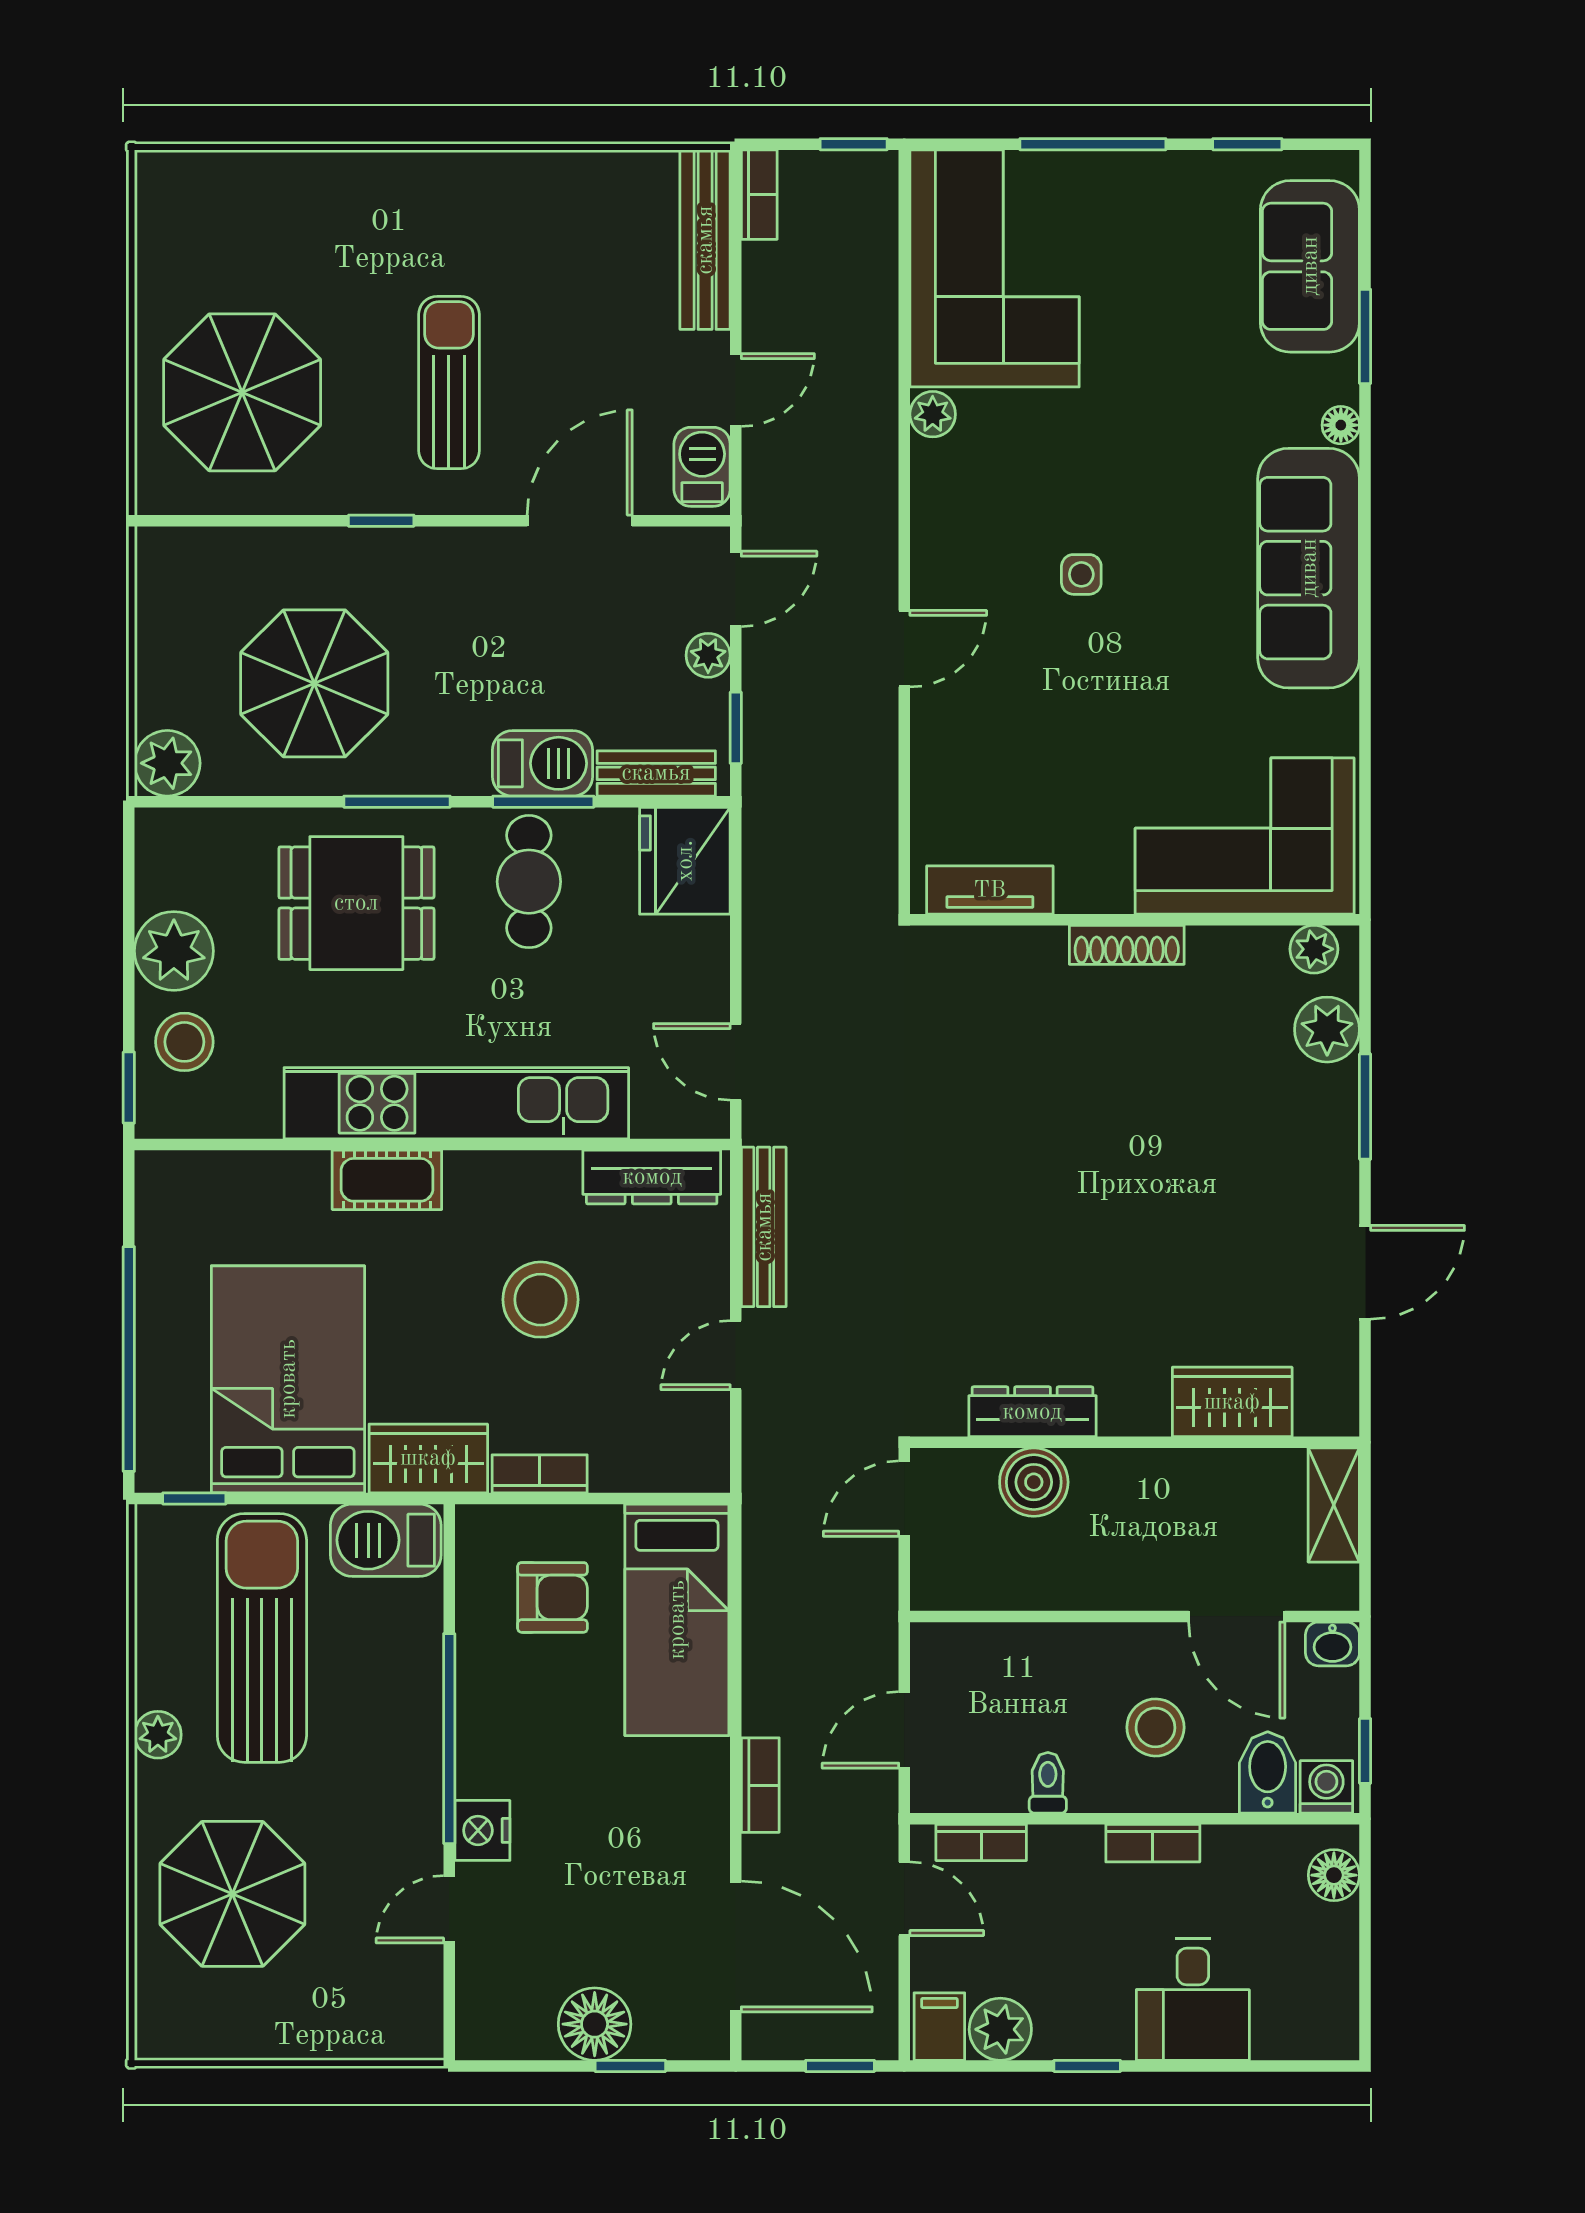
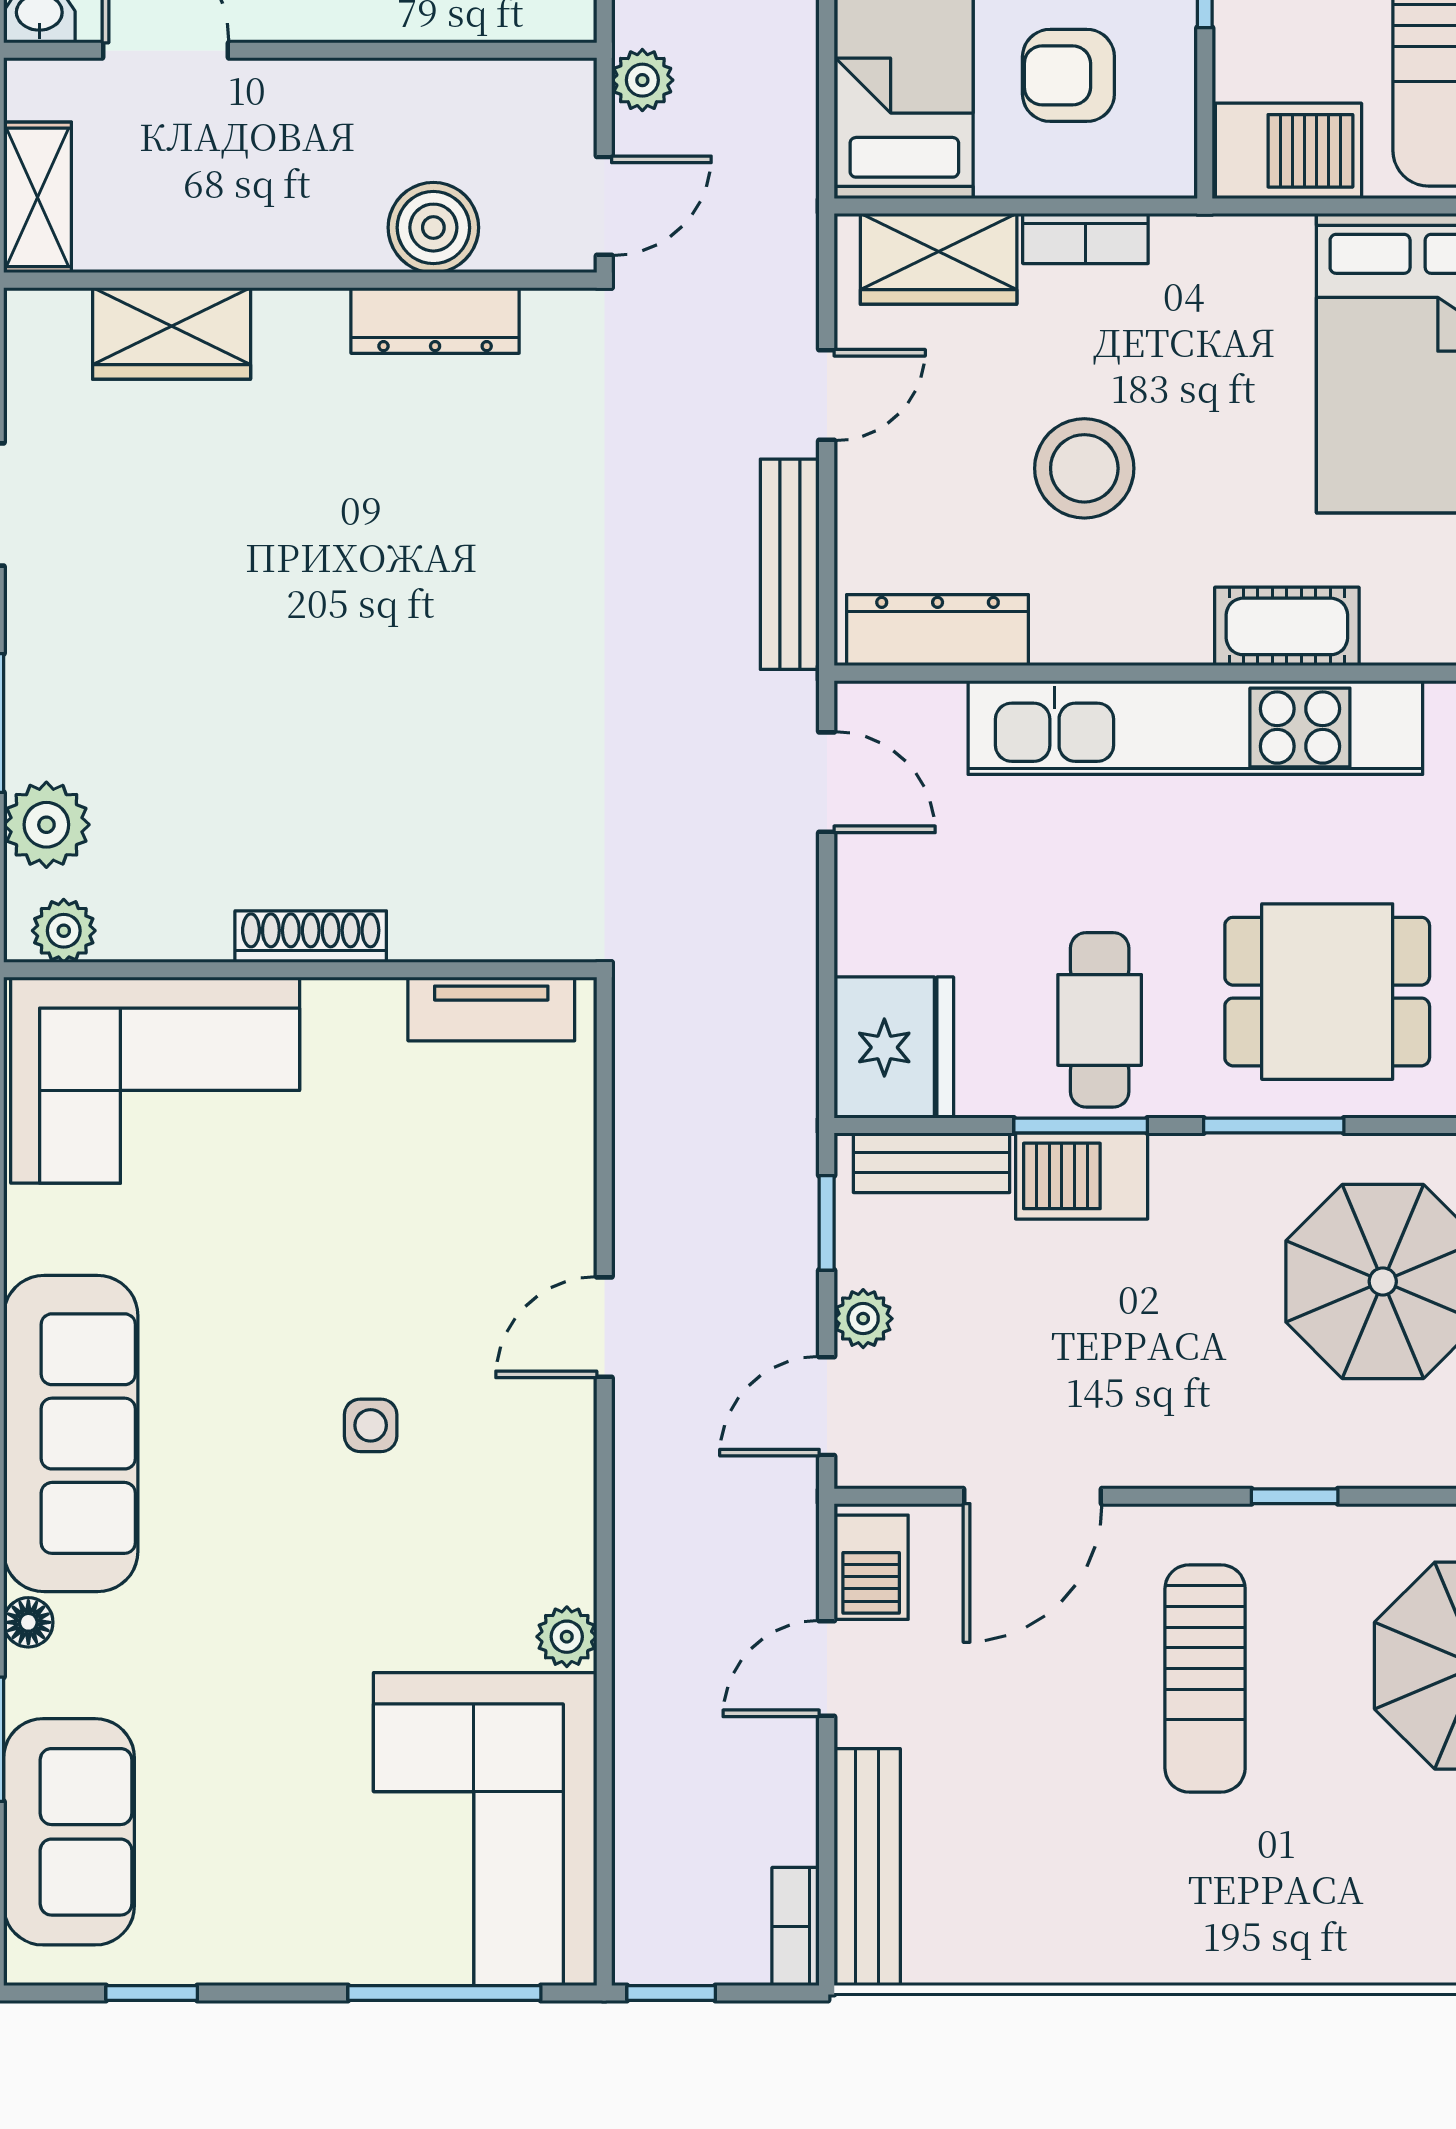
window: (1093, 144) -> (444, 1993), moved
wardrobe: (428, 1458) -> (939, 259), moved
plant: (875, 1594) -> (642, 80), added

